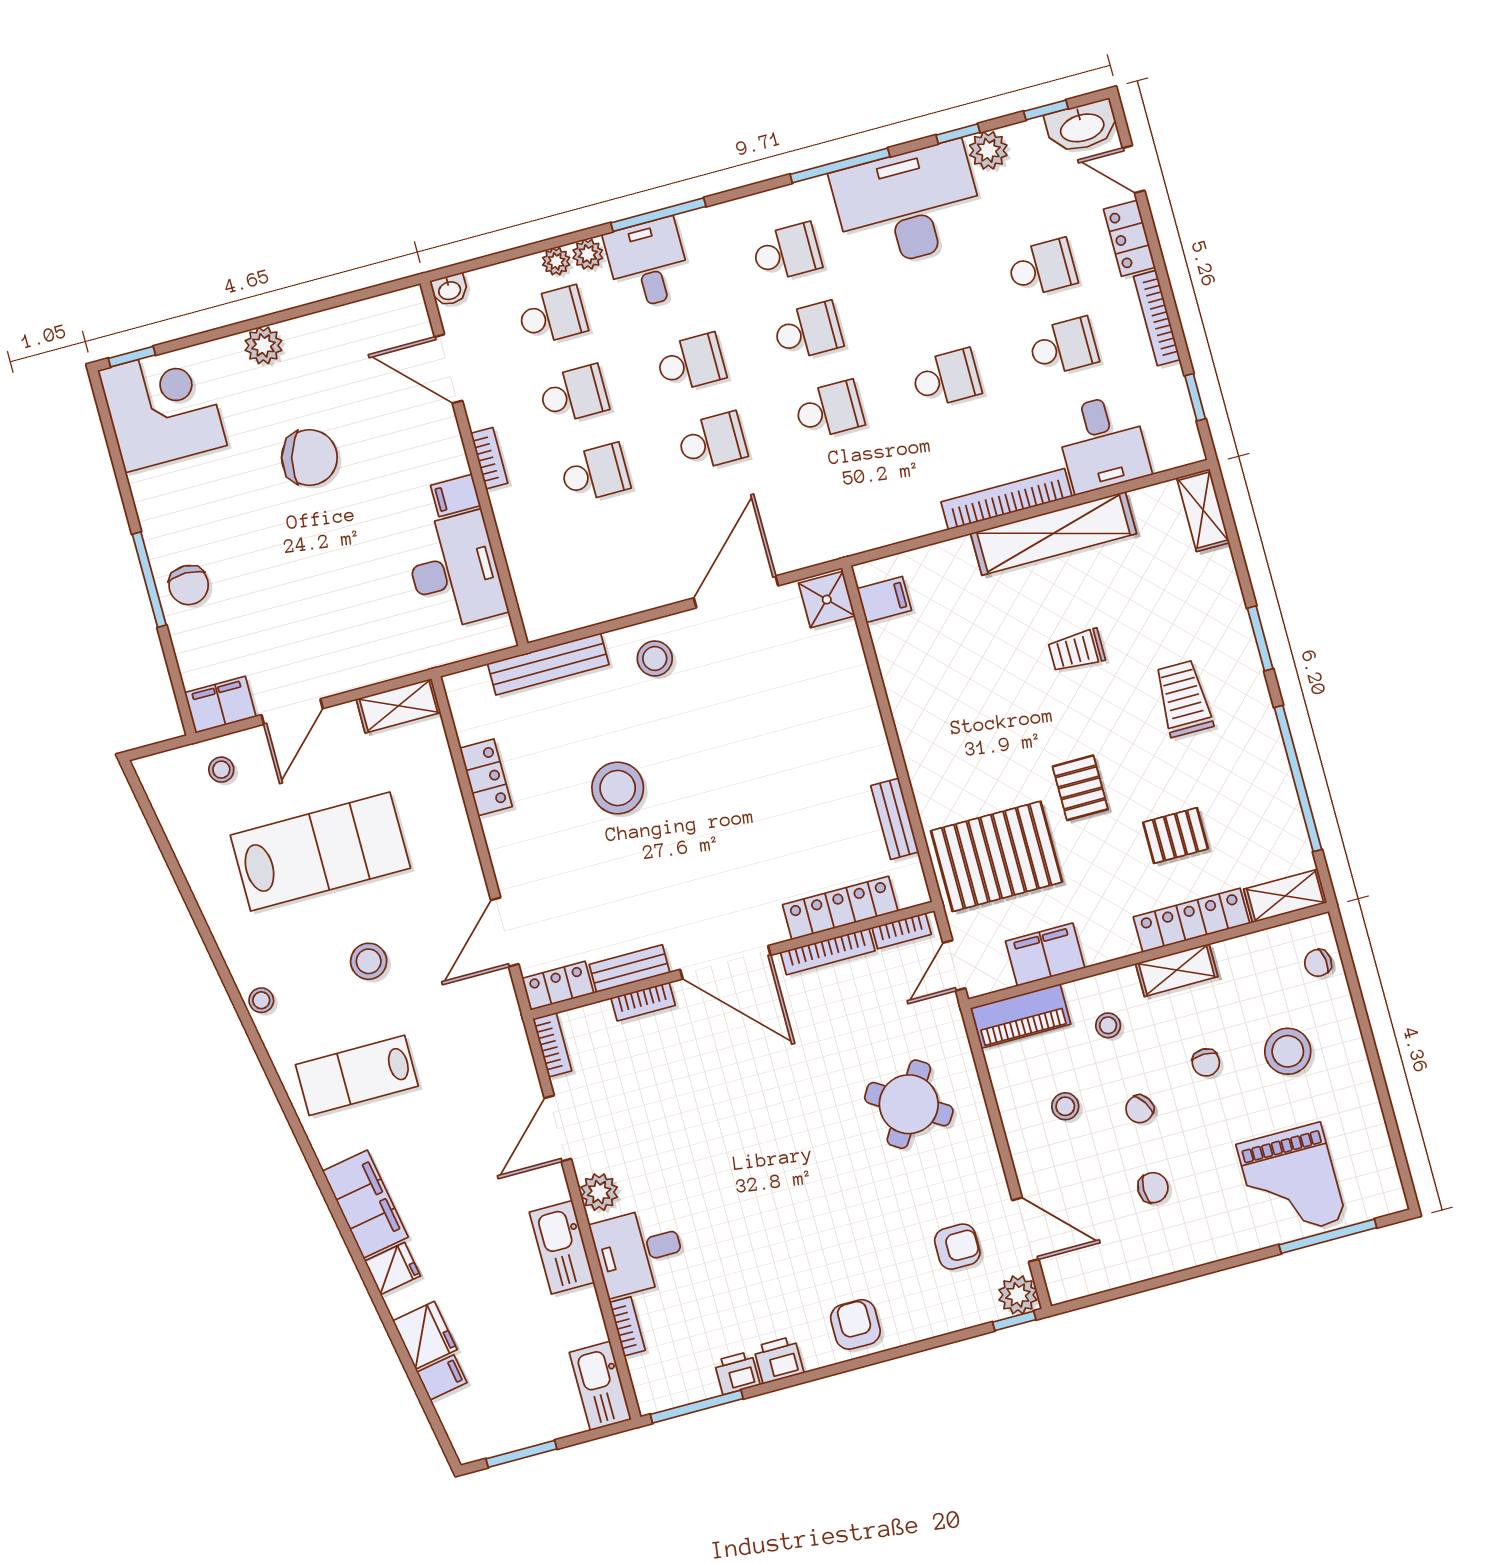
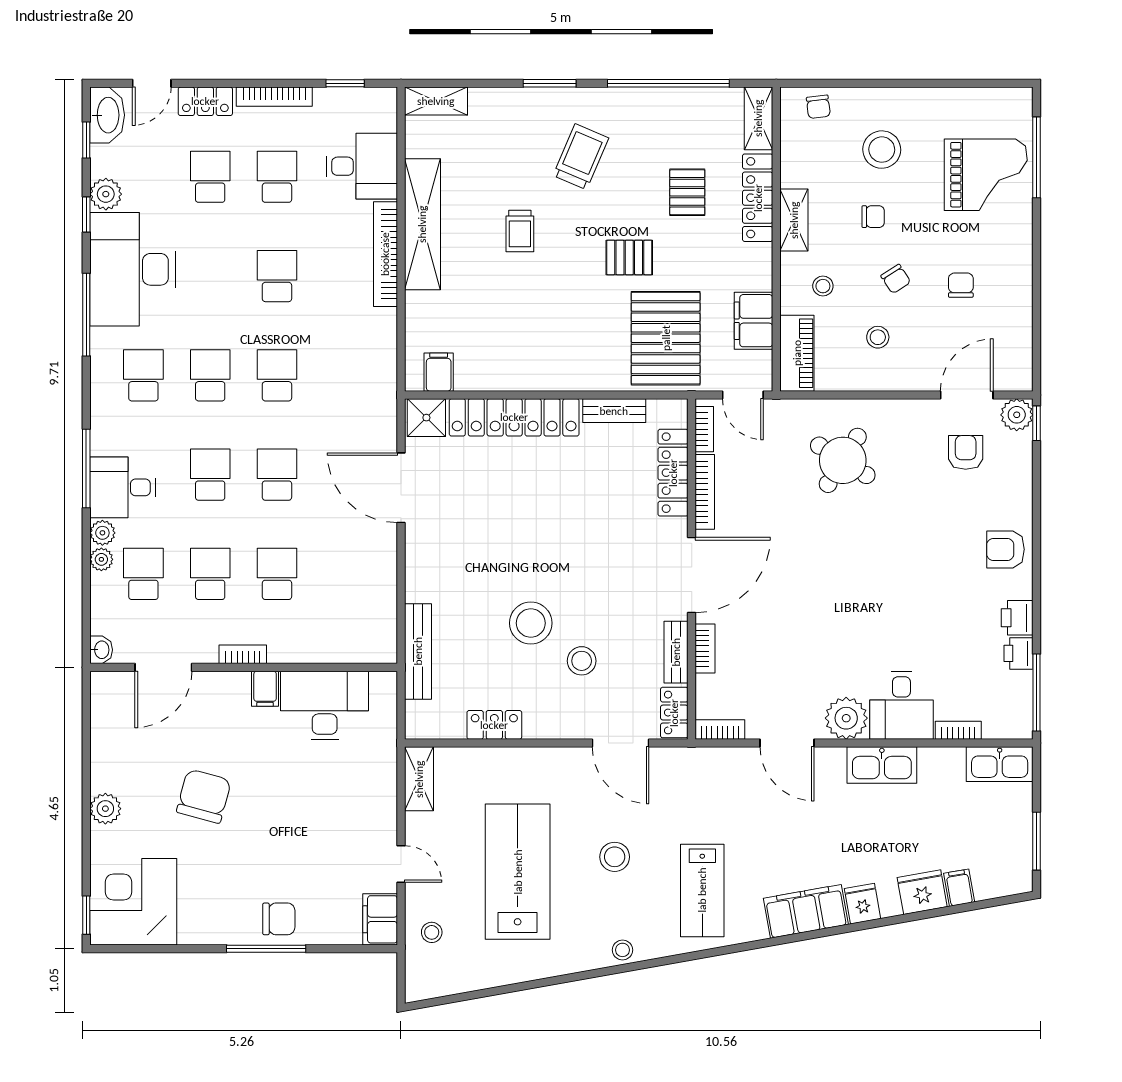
stool: (655, 658) -> (582, 661), moved
trolley: (1184, 699) -> (581, 157), turned 113
locker: (855, 703) -> (514, 417), added
door: (292, 712) -> (401, 864), width x0.73
plant: (599, 1192) -> (846, 718), width x1.36, depth x1.36

